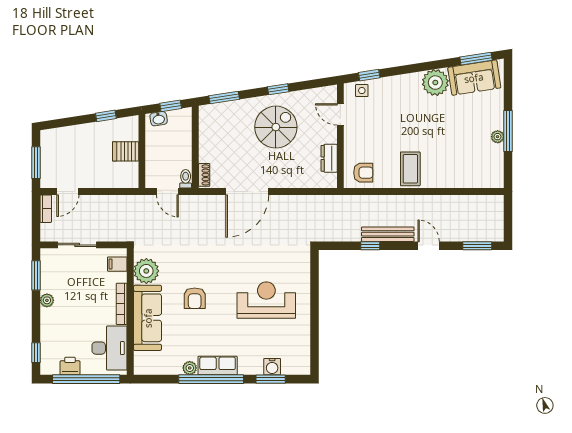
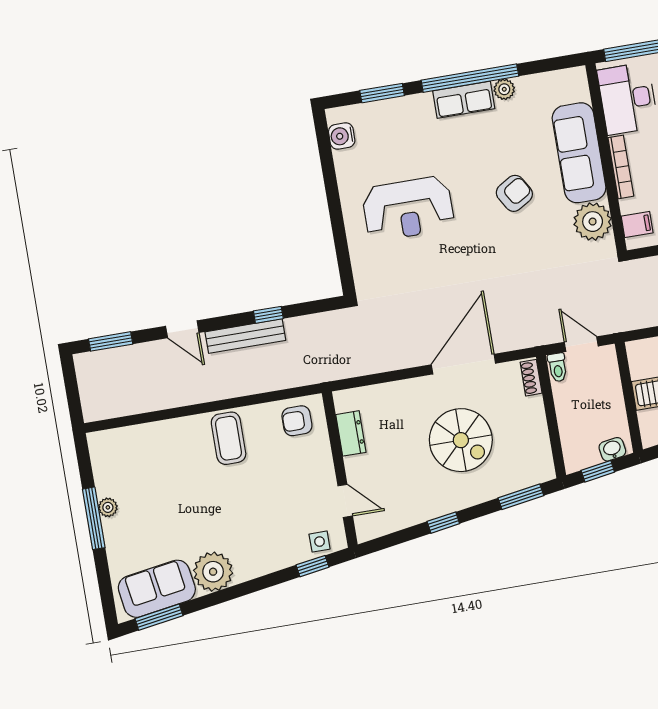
spiral stairs: (276, 127) -> (461, 440), moved, turned -90
armchair: (195, 298) -> (514, 193), turned 59
water cooler: (272, 367) -> (342, 136), moved, turned -90

